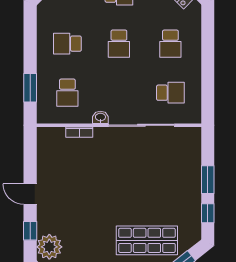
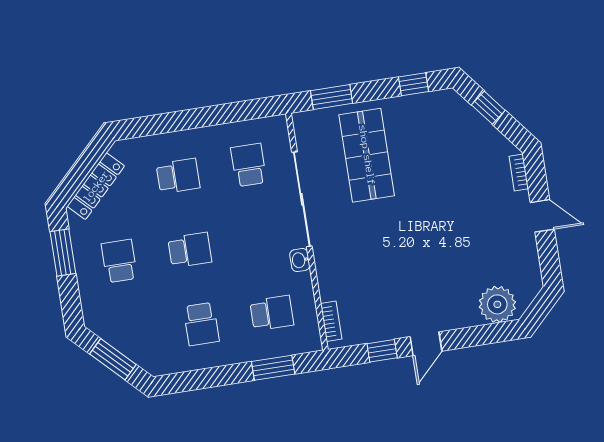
bookcase: (79, 132) -> (331, 321), moved
window: (208, 180) -> (332, 97), moved
window: (30, 231) -> (382, 351), moved
shop shelf: (147, 240) -> (367, 155), moved

